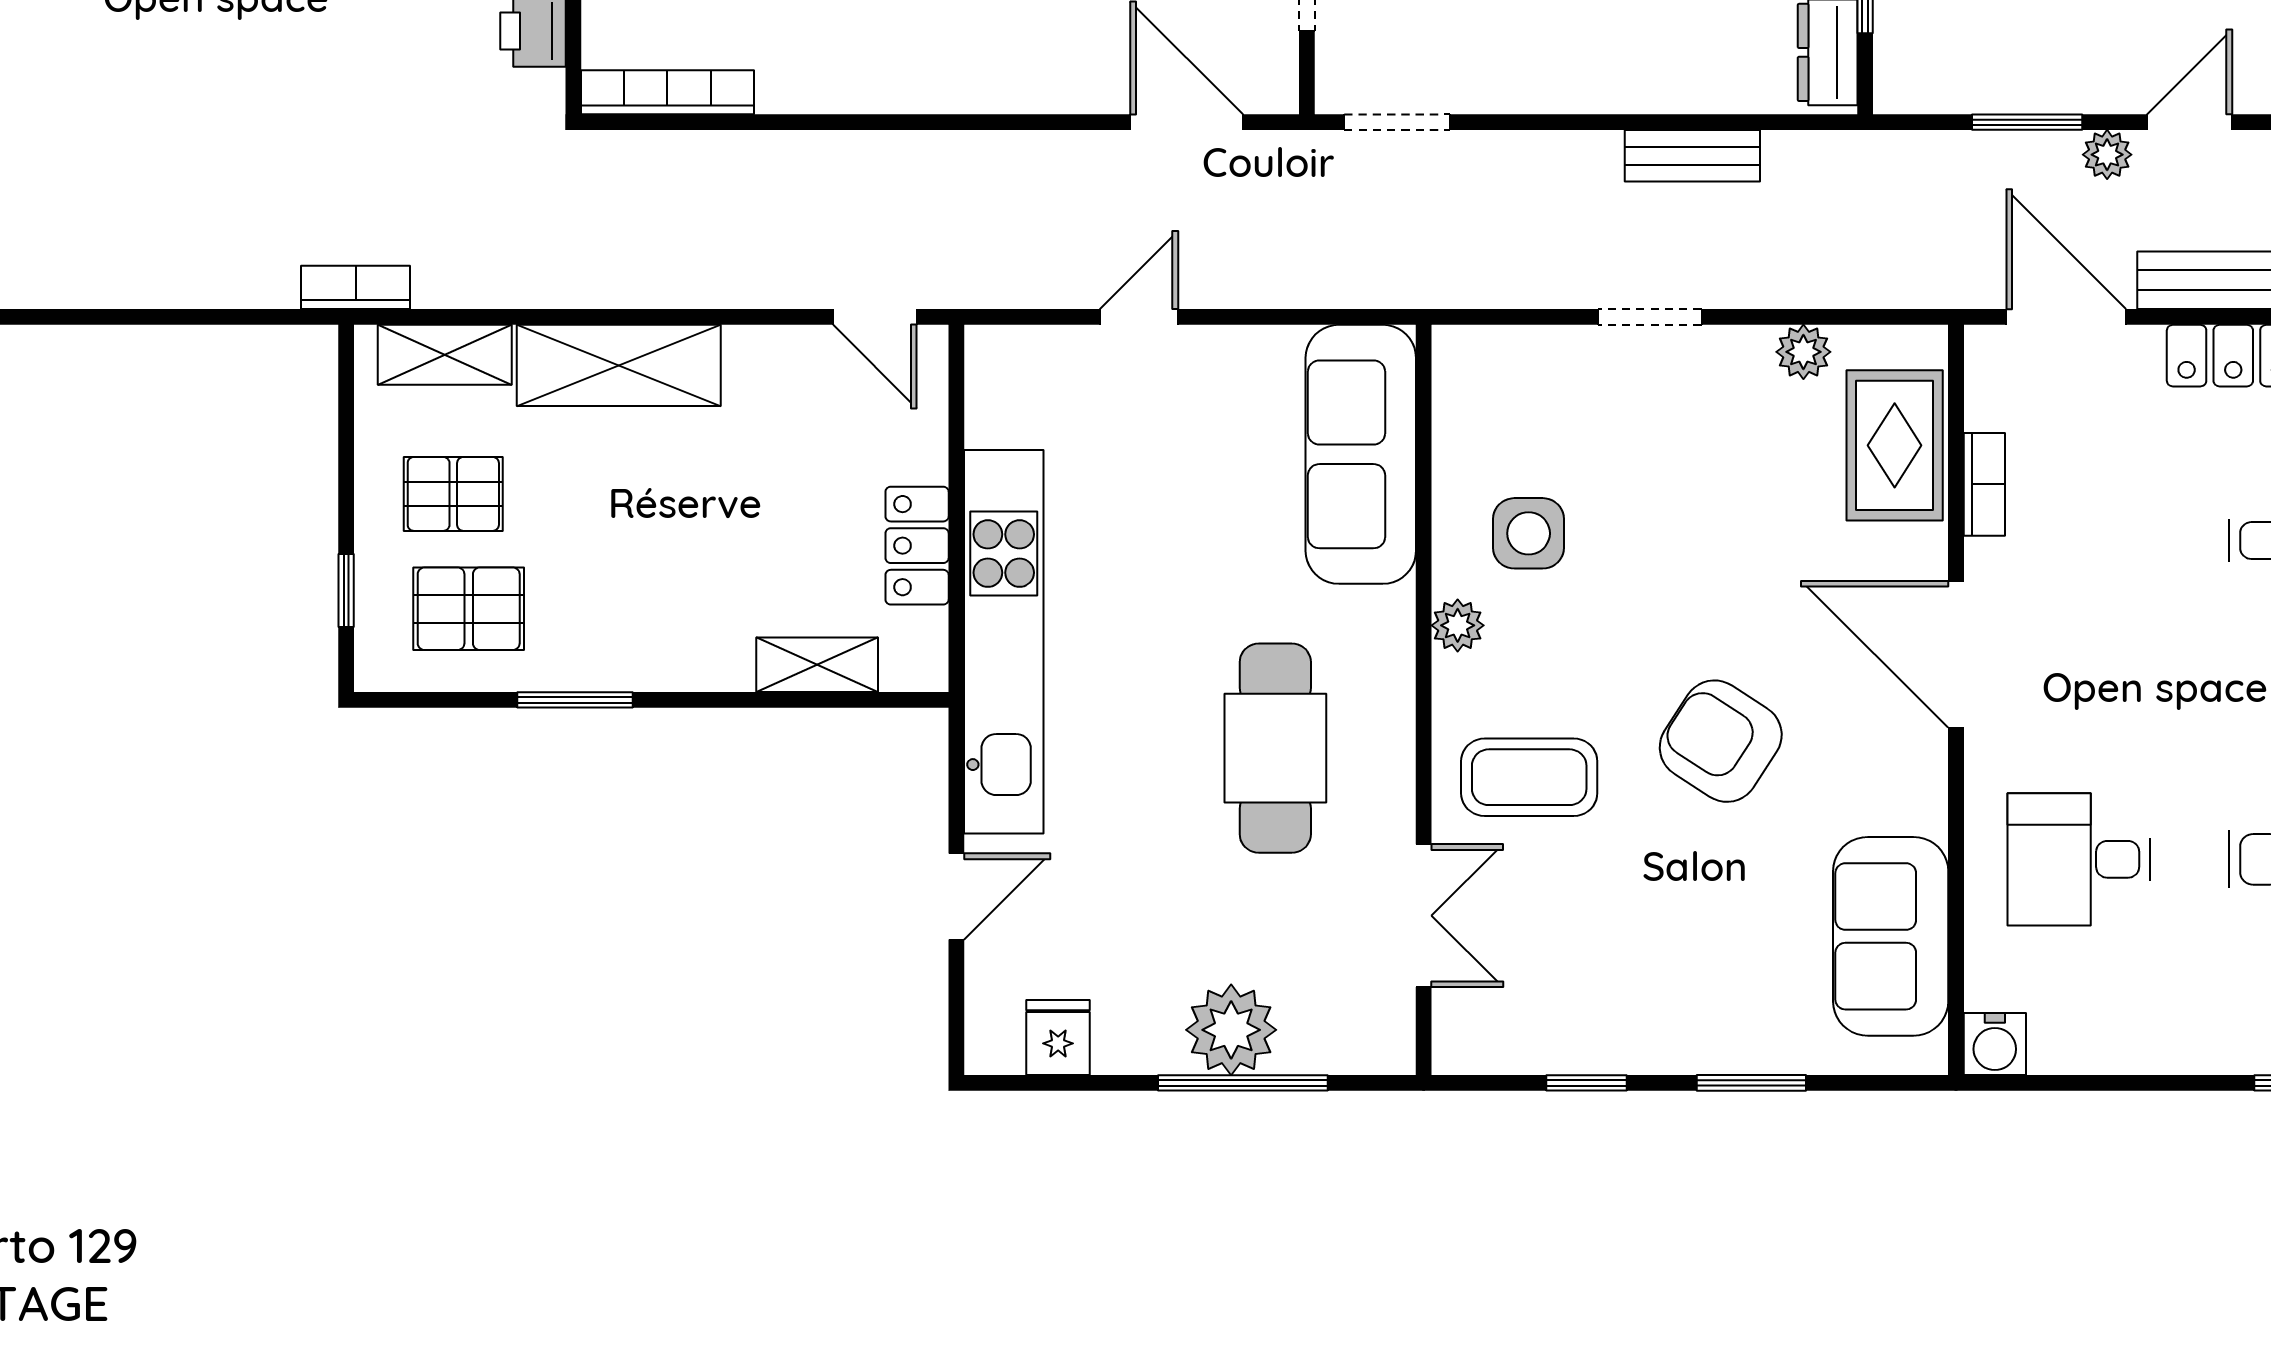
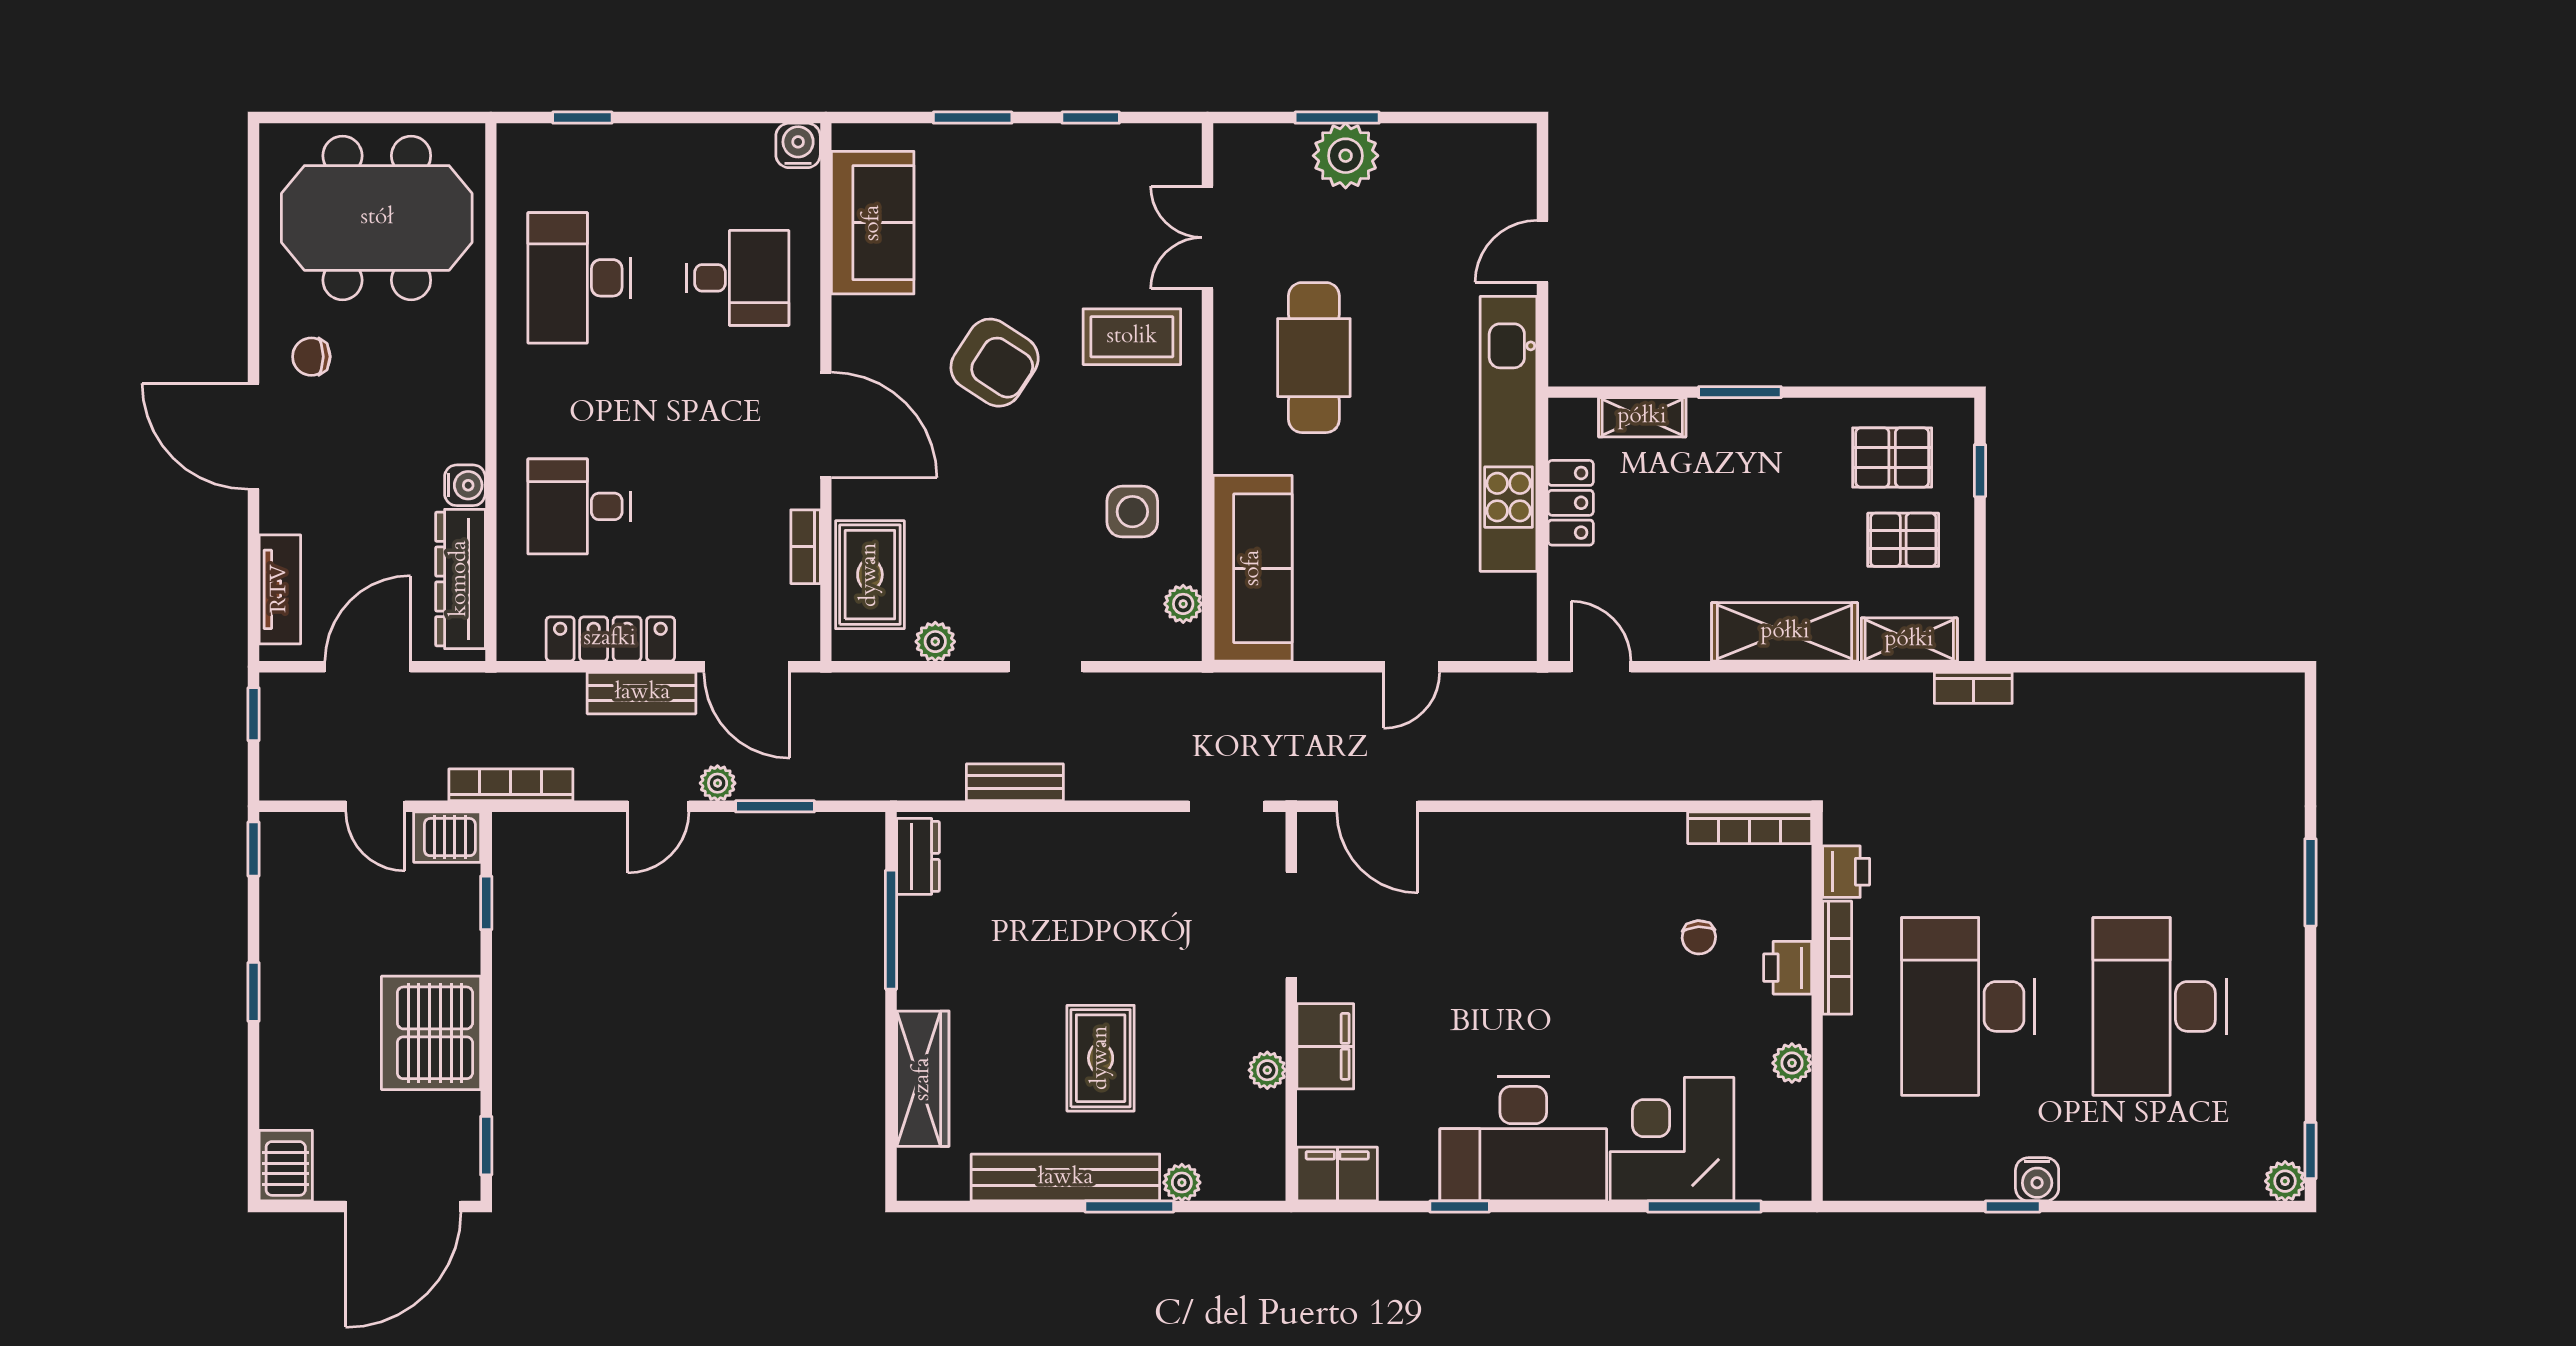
plant: (1458, 625) -> (1183, 604), moved
window: (575, 700) -> (1740, 392), moved
fridge: (1058, 1037) -> (1470, 150), removed
window: (1243, 1083) -> (1337, 118), width x0.69

